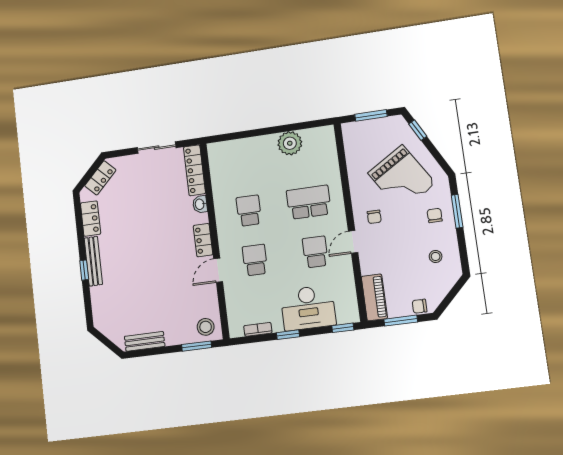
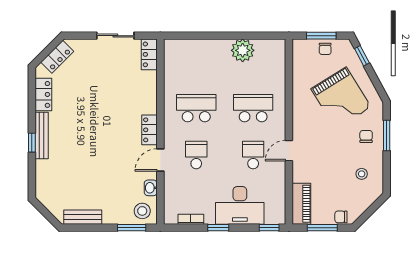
locker: (194, 170) -> (149, 54), width x0.66
washbasin: (200, 204) -> (151, 188), moved
school desk: (249, 211) -> (196, 108), width x1.85
chair: (374, 217) -> (325, 49), moved

